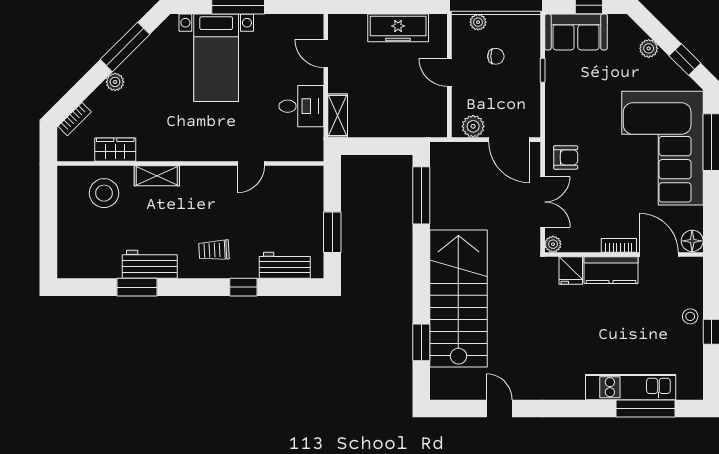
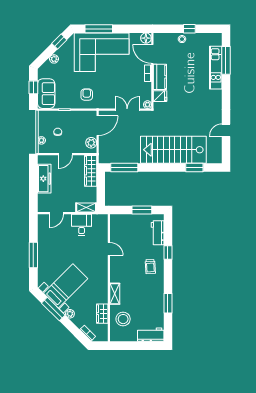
bed with nightstands: (216, 58) -> (66, 286), moved, turned -45
wardrobe: (414, 125) -> (91, 171), added
armchair: (566, 157) -> (87, 95), moved
door: (659, 255) -> (152, 54), hinge flipped
workbench: (150, 264) -> (151, 335), moved, turned 90

